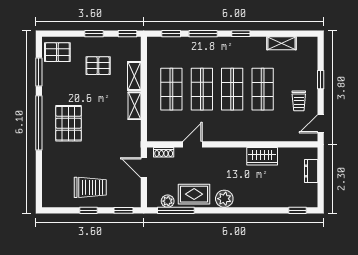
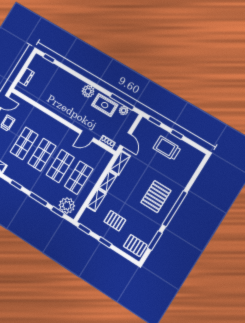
plant: (165, 48) -> (67, 206), added
shelving: (134, 137) -> (120, 163), added
wardrobe: (262, 156) -> (50, 103), removed

